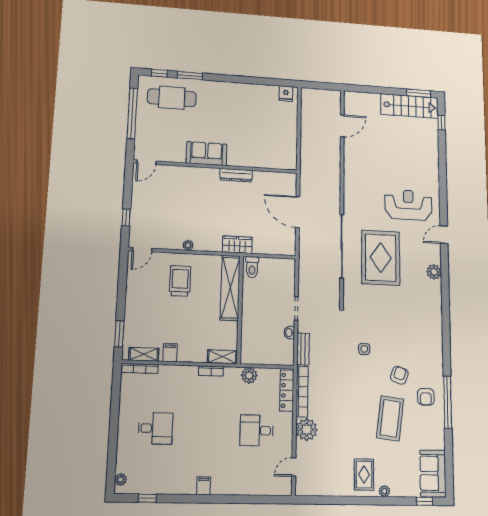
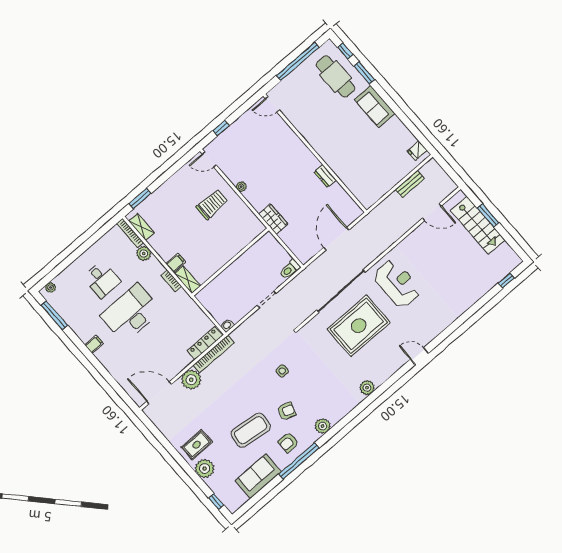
window: (419, 93) -> (488, 215), moved
stairs: (410, 106) -> (478, 225), moved
sofa: (207, 154) -> (375, 107), moved, turned 180
dresser: (236, 175) -> (325, 176), width x0.70
reception desk: (408, 205) -> (397, 284), moved
toilet: (252, 267) -> (290, 269), moved
plant: (434, 272) -> (367, 388), moved
shelving: (230, 288) -> (239, 242), removed
washbasin: (289, 333) -> (227, 325), moved
bench: (303, 349) -> (410, 184), moved
filing cabinet: (170, 353) -> (176, 263), moved
plant: (435, 358) -> (323, 426), added
plant: (249, 375) -> (144, 253), moved
desk: (257, 431) -> (131, 313), moved, width x1.87, depth x1.30
door: (294, 467) -> (159, 393), width x1.88
sofa: (433, 473) -> (258, 476), moved
plant: (384, 491) -> (205, 469), width x1.88, depth x1.88
window: (147, 498) -> (54, 315), width x2.17

